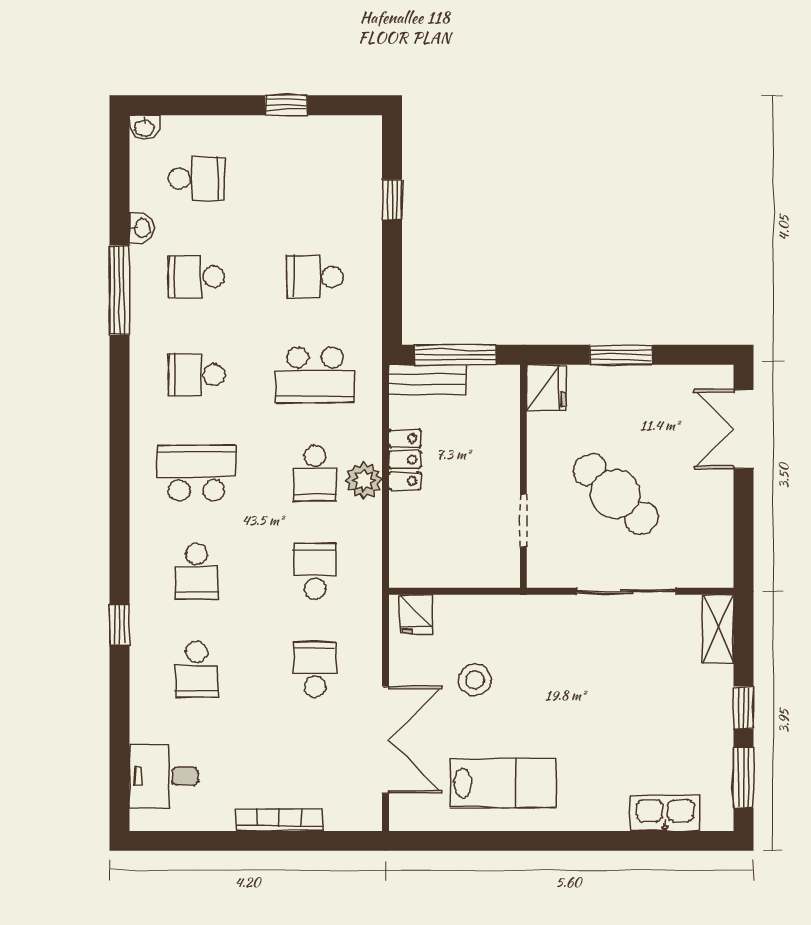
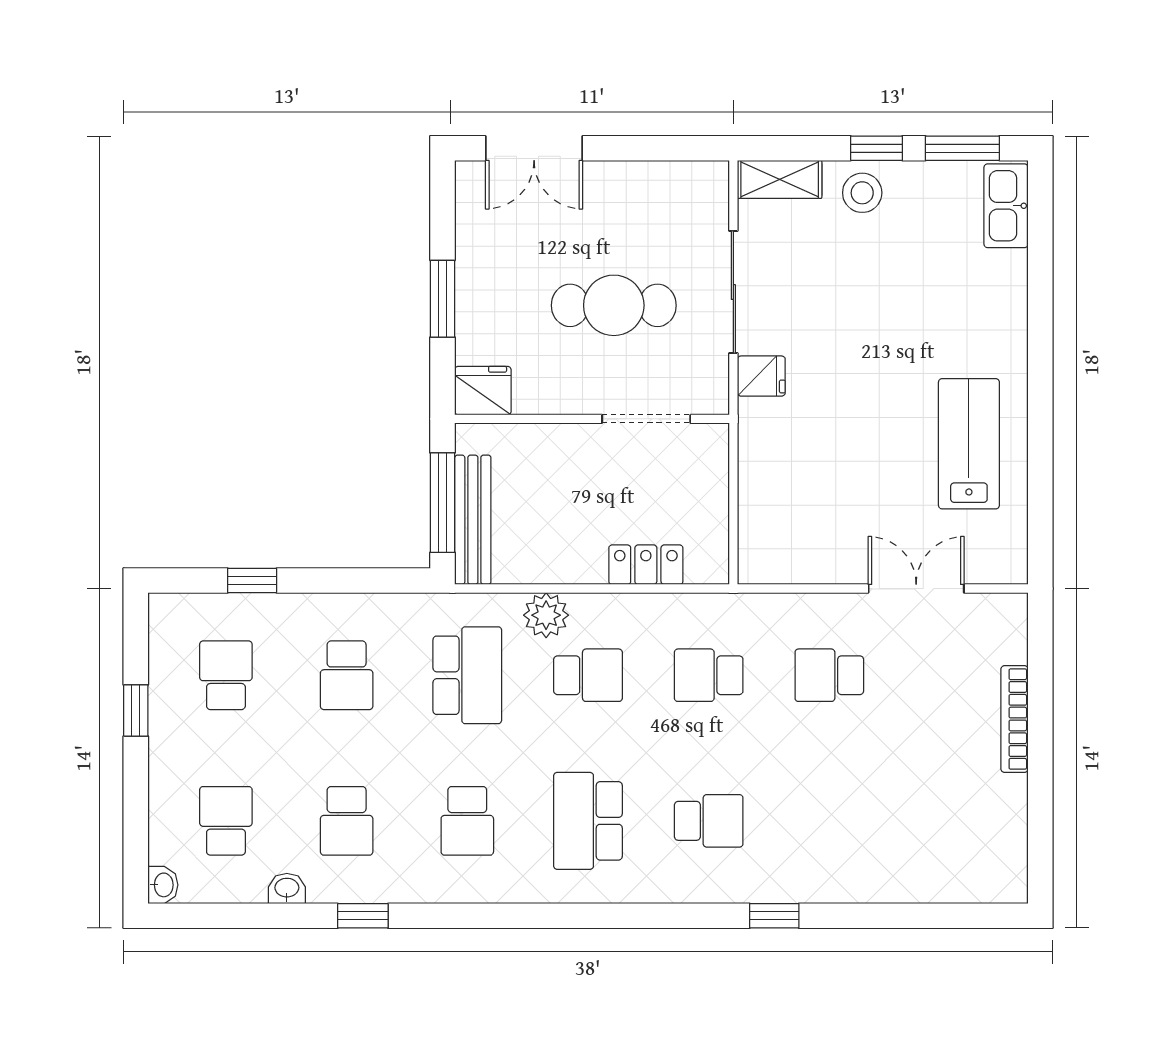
window: (119, 290) -> (363, 916), width x0.46
bench: (427, 379) -> (473, 520), width x1.36
locker: (405, 460) -> (646, 565), moved
plant: (364, 480) -> (546, 615), moved
cafe table: (616, 494) -> (614, 305), turned 47
doorway: (523, 520) -> (646, 419), width x1.38
fridge: (416, 614) -> (761, 376), moved
school desk: (197, 669) -> (226, 675), moved, turned -90
stool: (475, 680) -> (862, 193), moved
double door: (385, 740) -> (916, 589), width x0.73
desk: (164, 776) -> (961, 861), removed
kitchen sink: (665, 813) -> (1006, 206), moved

